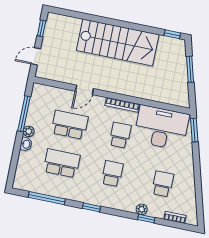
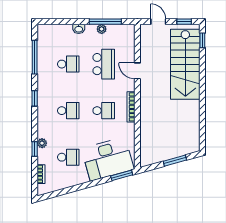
window: (172, 34) -> (202, 40), moved
stairs: (118, 42) -> (185, 64), moved
desk: (161, 128) -> (108, 159), moved, turned 74
plant: (29, 131) -> (102, 29), moved
school desk: (62, 163) -> (68, 64), width x0.54

